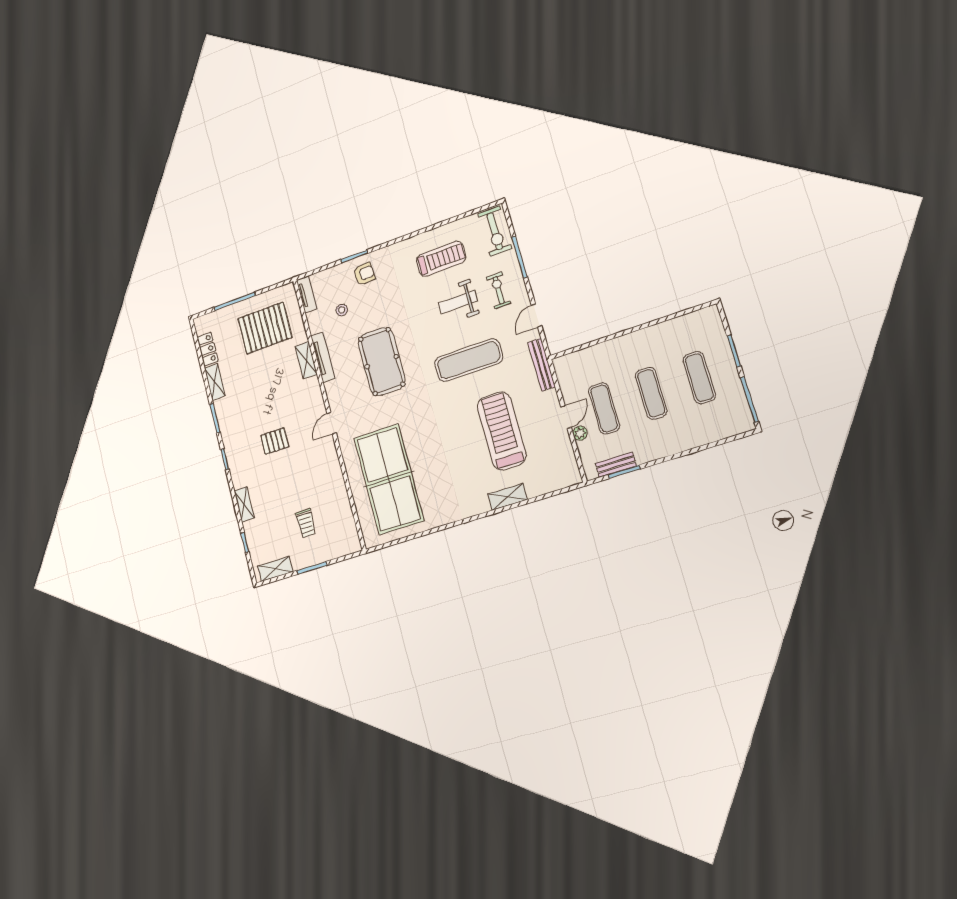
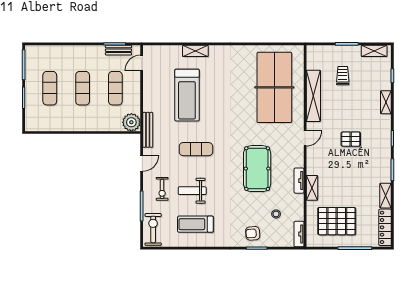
weight bench: (458, 302) -> (192, 191), turned 180
locker: (207, 349) -> (385, 227), width x1.53
tv unit: (323, 357) -> (299, 181), width x0.71
exercise mat: (469, 360) -> (196, 149), width x0.73, depth x0.69
door: (566, 417) -> (142, 63), moved
plant: (580, 433) -> (131, 122), moved, width x1.88, depth x1.88
shelving: (336, 484) -> (313, 96), added

